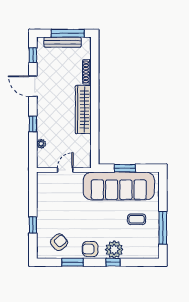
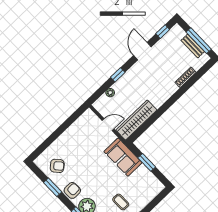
bench: (63, 42) -> (193, 46), width x0.73
wardrobe: (83, 110) -> (136, 120), moved
sofa: (119, 186) -> (123, 157), width x0.54, depth x0.79
window: (33, 225) -> (52, 138), removed
armchair: (90, 249) -> (72, 190), turned 89

